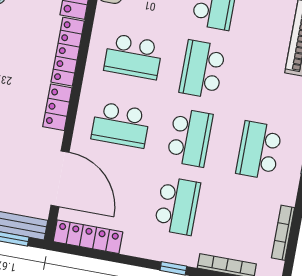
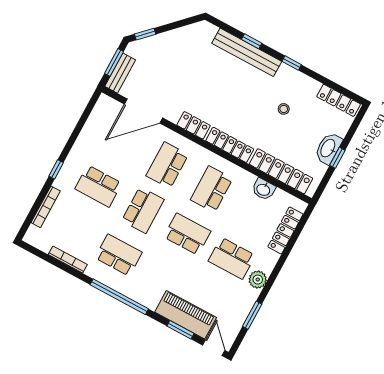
school desk: (190, 138) -> (143, 210), turned -90
bookcase: (283, 233) -> (68, 259), moved
locker: (88, 237) -> (97, 117), removed

